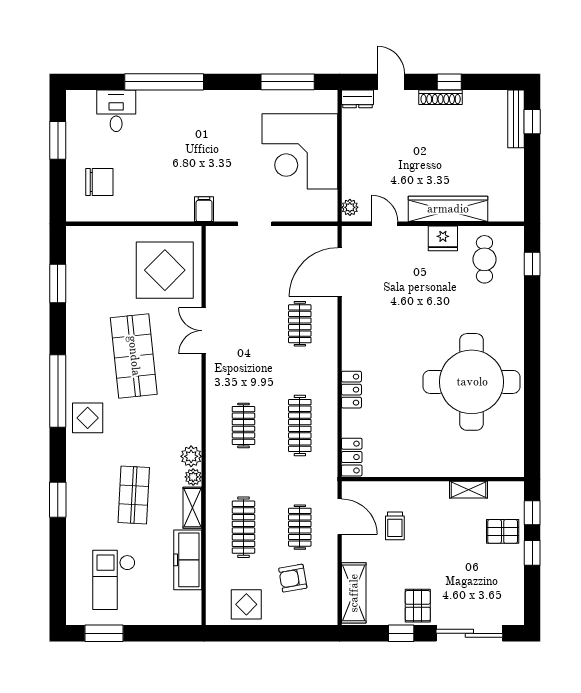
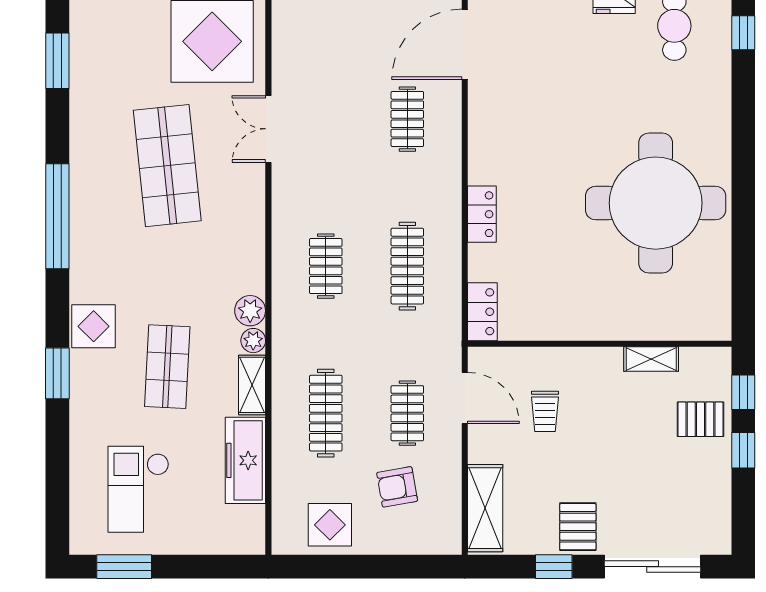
display table: (88, 418) -> (94, 326), moved

